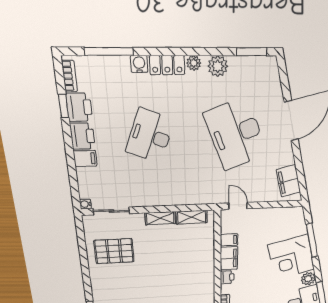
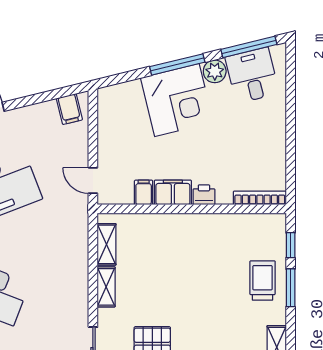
filing cabinet: (288, 181) -> (69, 109), width x0.50
door: (238, 206) -> (93, 180), hinge flipped
window: (312, 240) -> (177, 64), moved

